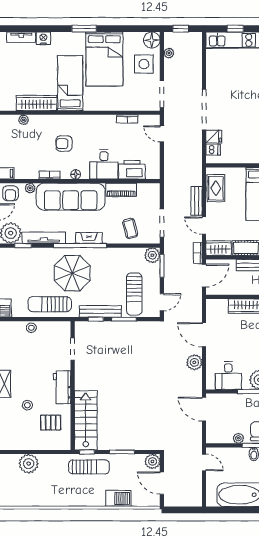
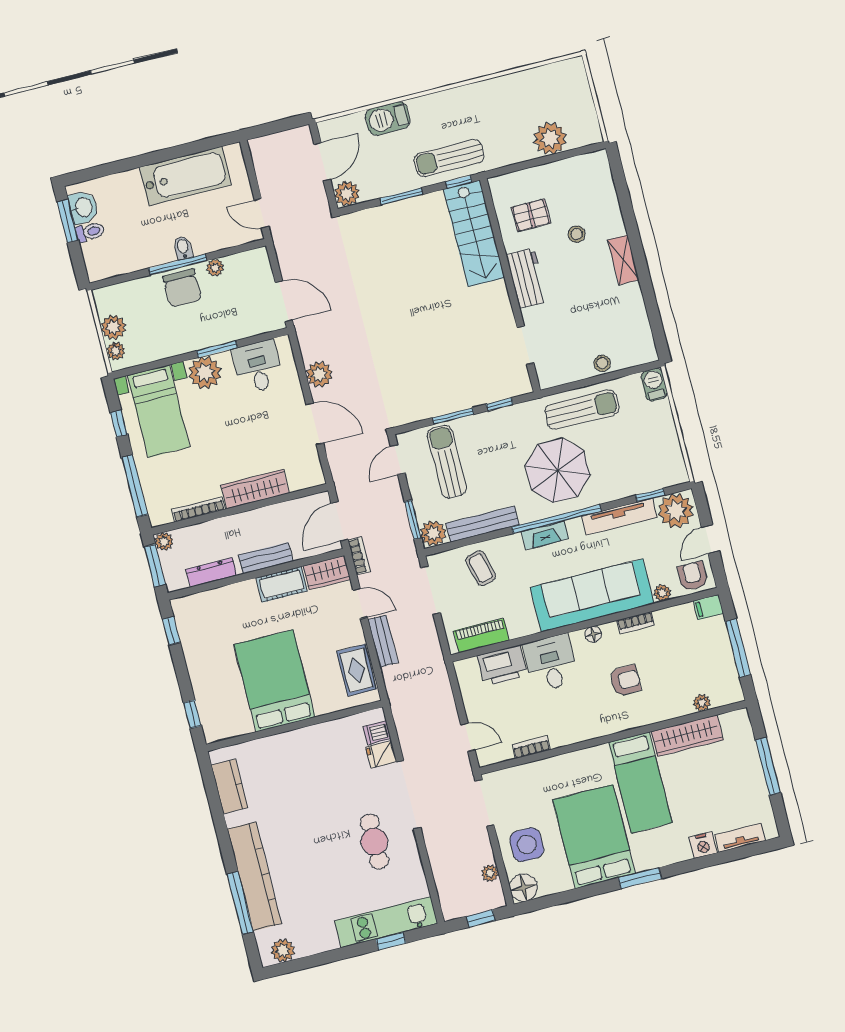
cafe table: (230, 88) -> (374, 842), added
piano: (121, 190) -> (481, 636), moved
bench: (100, 311) -> (483, 524), moved
door: (162, 483) -> (322, 162), hinge flipped

